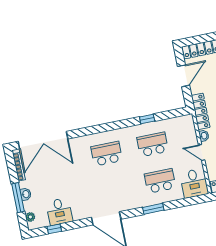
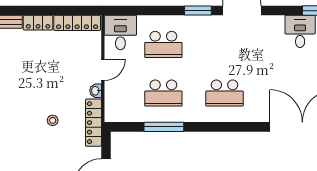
window: (147, 119) -> (164, 127), width x2.17
door: (202, 153) -> (103, 70), hinge flipped
window: (153, 209) -> (198, 11), moved

